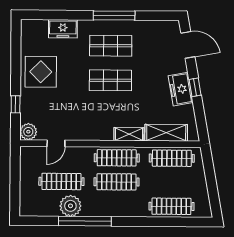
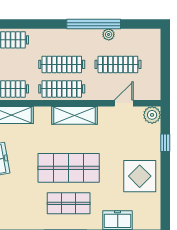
shop shelf: (110, 80) -> (69, 168), width x1.43, depth x1.36
shelving: (129, 134) -> (75, 115), moved, width x1.50, depth x1.33
plant: (70, 206) -> (109, 34), width x0.53, depth x0.53

